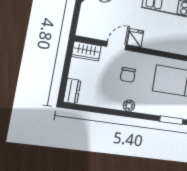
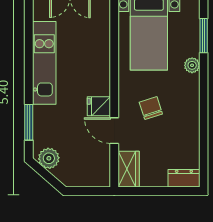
chair: (128, 75) -> (151, 108), turned -108
plant: (129, 106) -> (192, 65), moved

